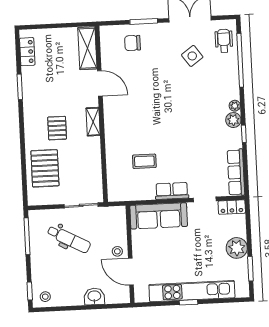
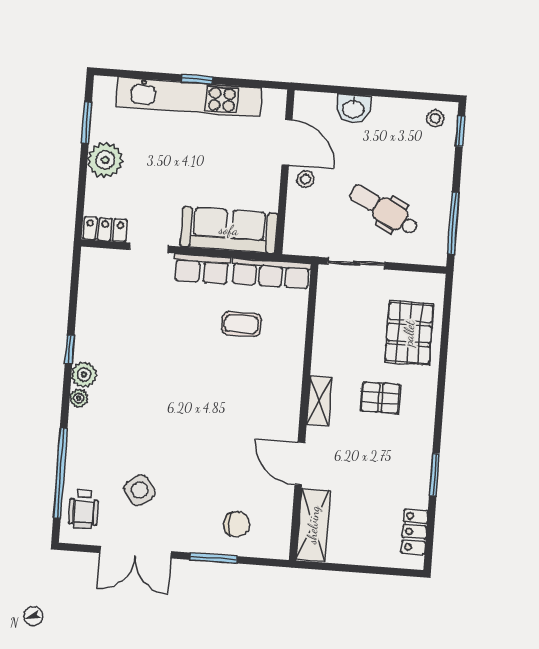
pallet: (57, 128) -> (380, 398), turned 90
row of seats: (236, 172) -> (271, 273), moved, turned 90

